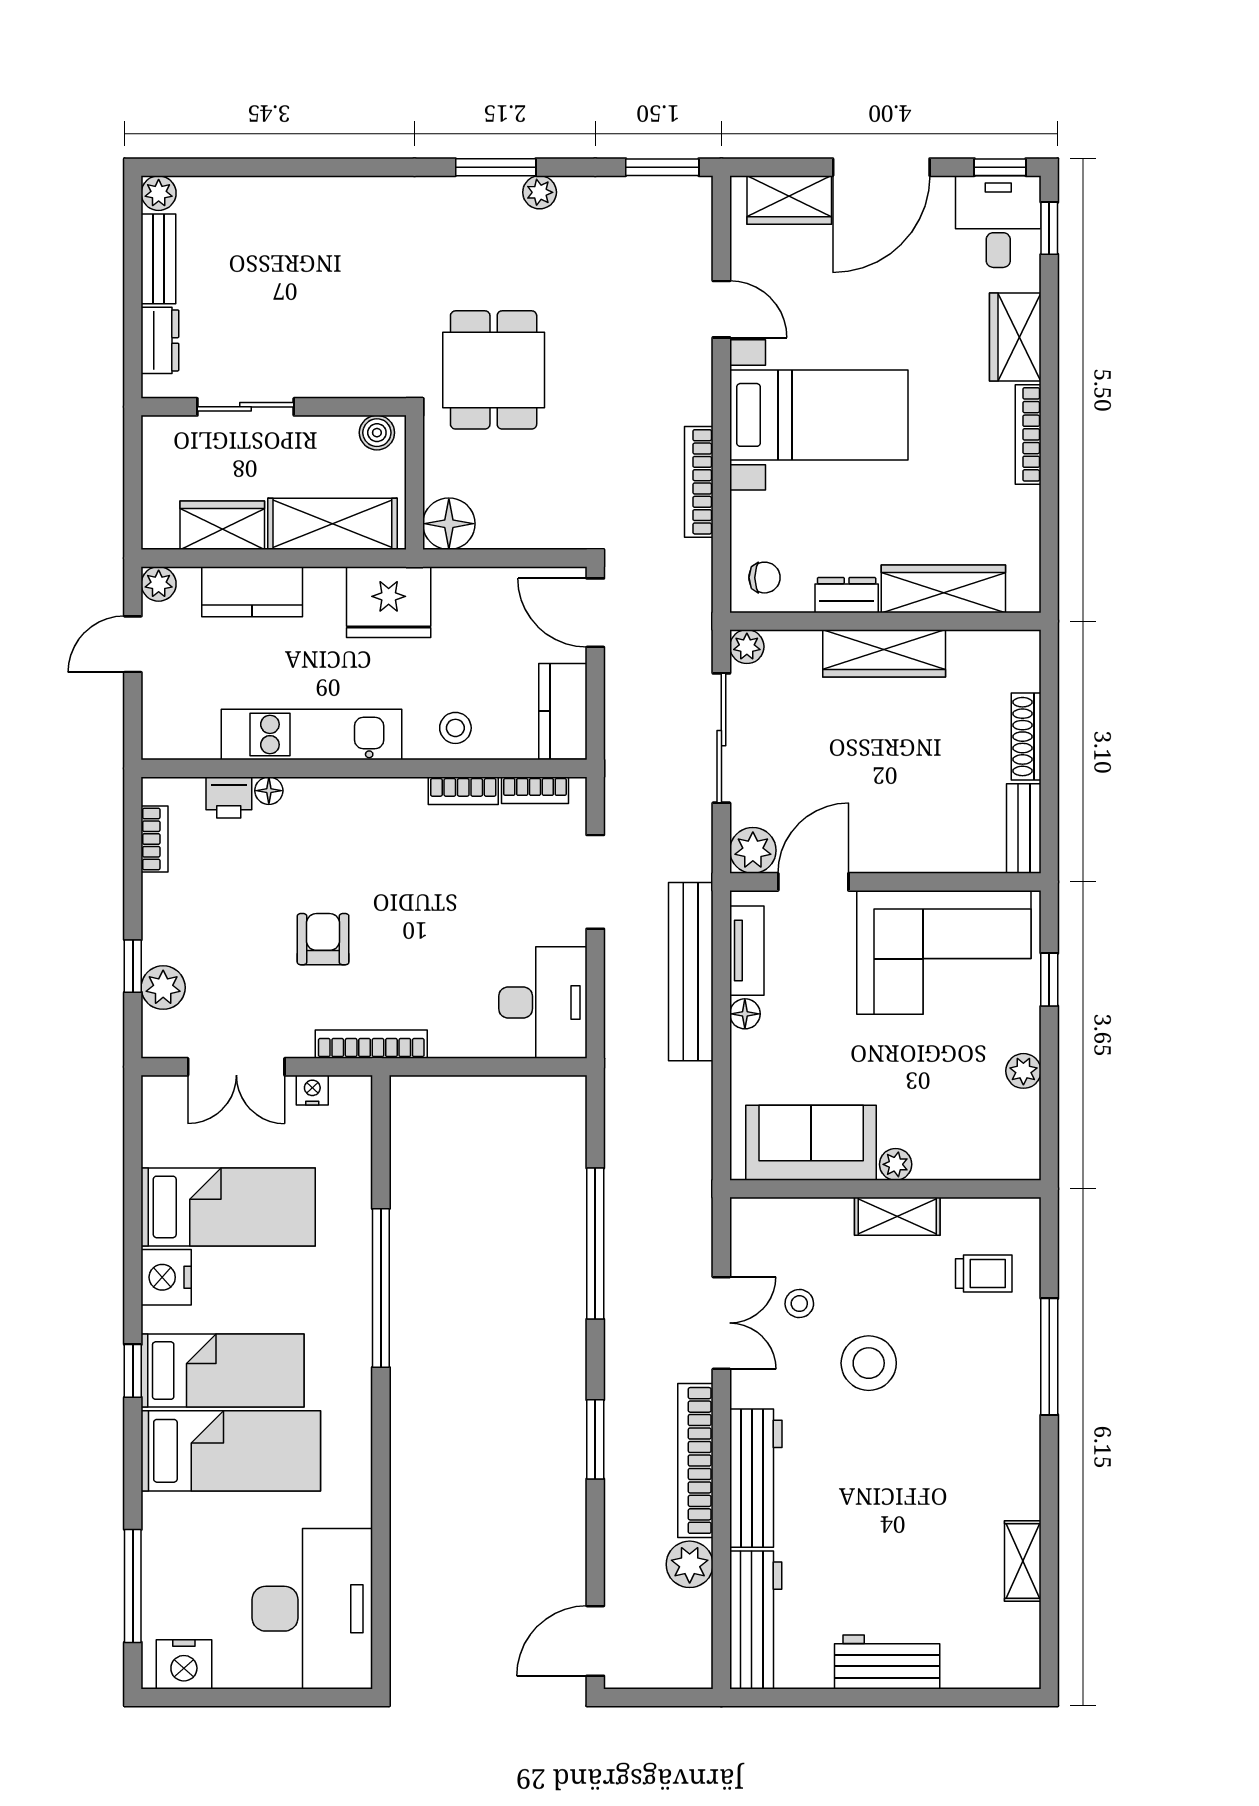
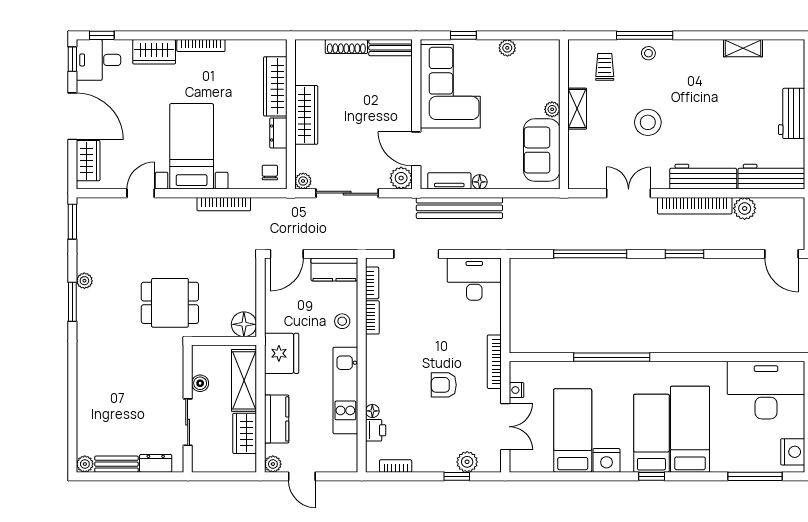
boiler: (377, 433) -> (200, 383), moved
stool: (799, 1304) -> (648, 53), moved

